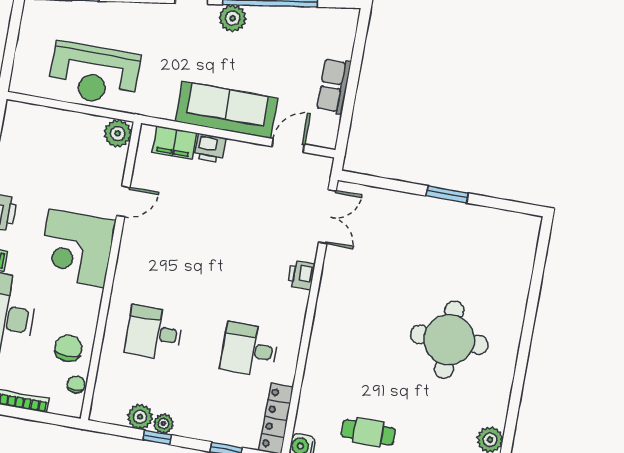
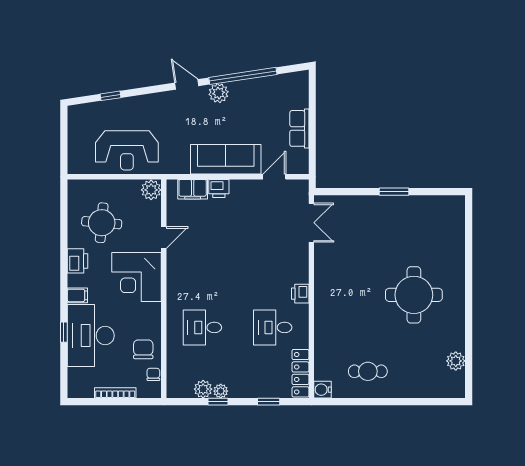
round table: (42, 166) -> (102, 223), added
printer: (301, 275) -> (300, 294), moved

